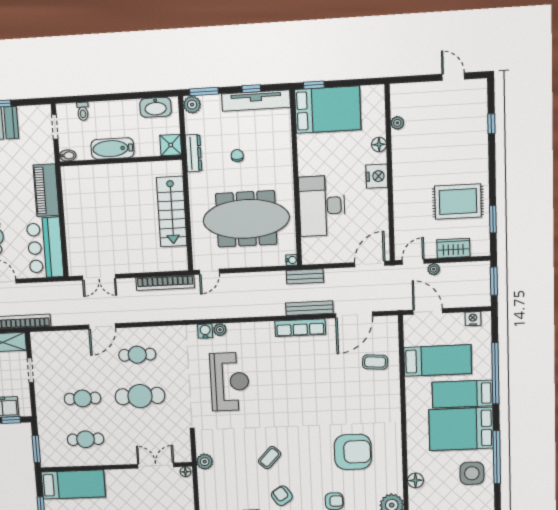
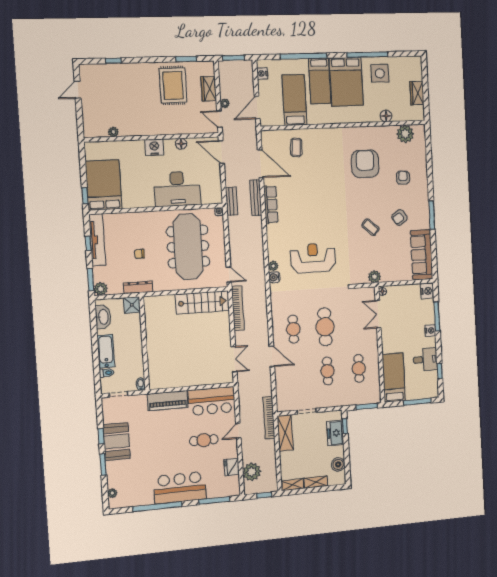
floor lamp: (379, 145) -> (181, 144), moved
bathtub: (113, 149) -> (106, 351), moved, turned 180
stairs: (172, 212) -> (202, 302), moved

